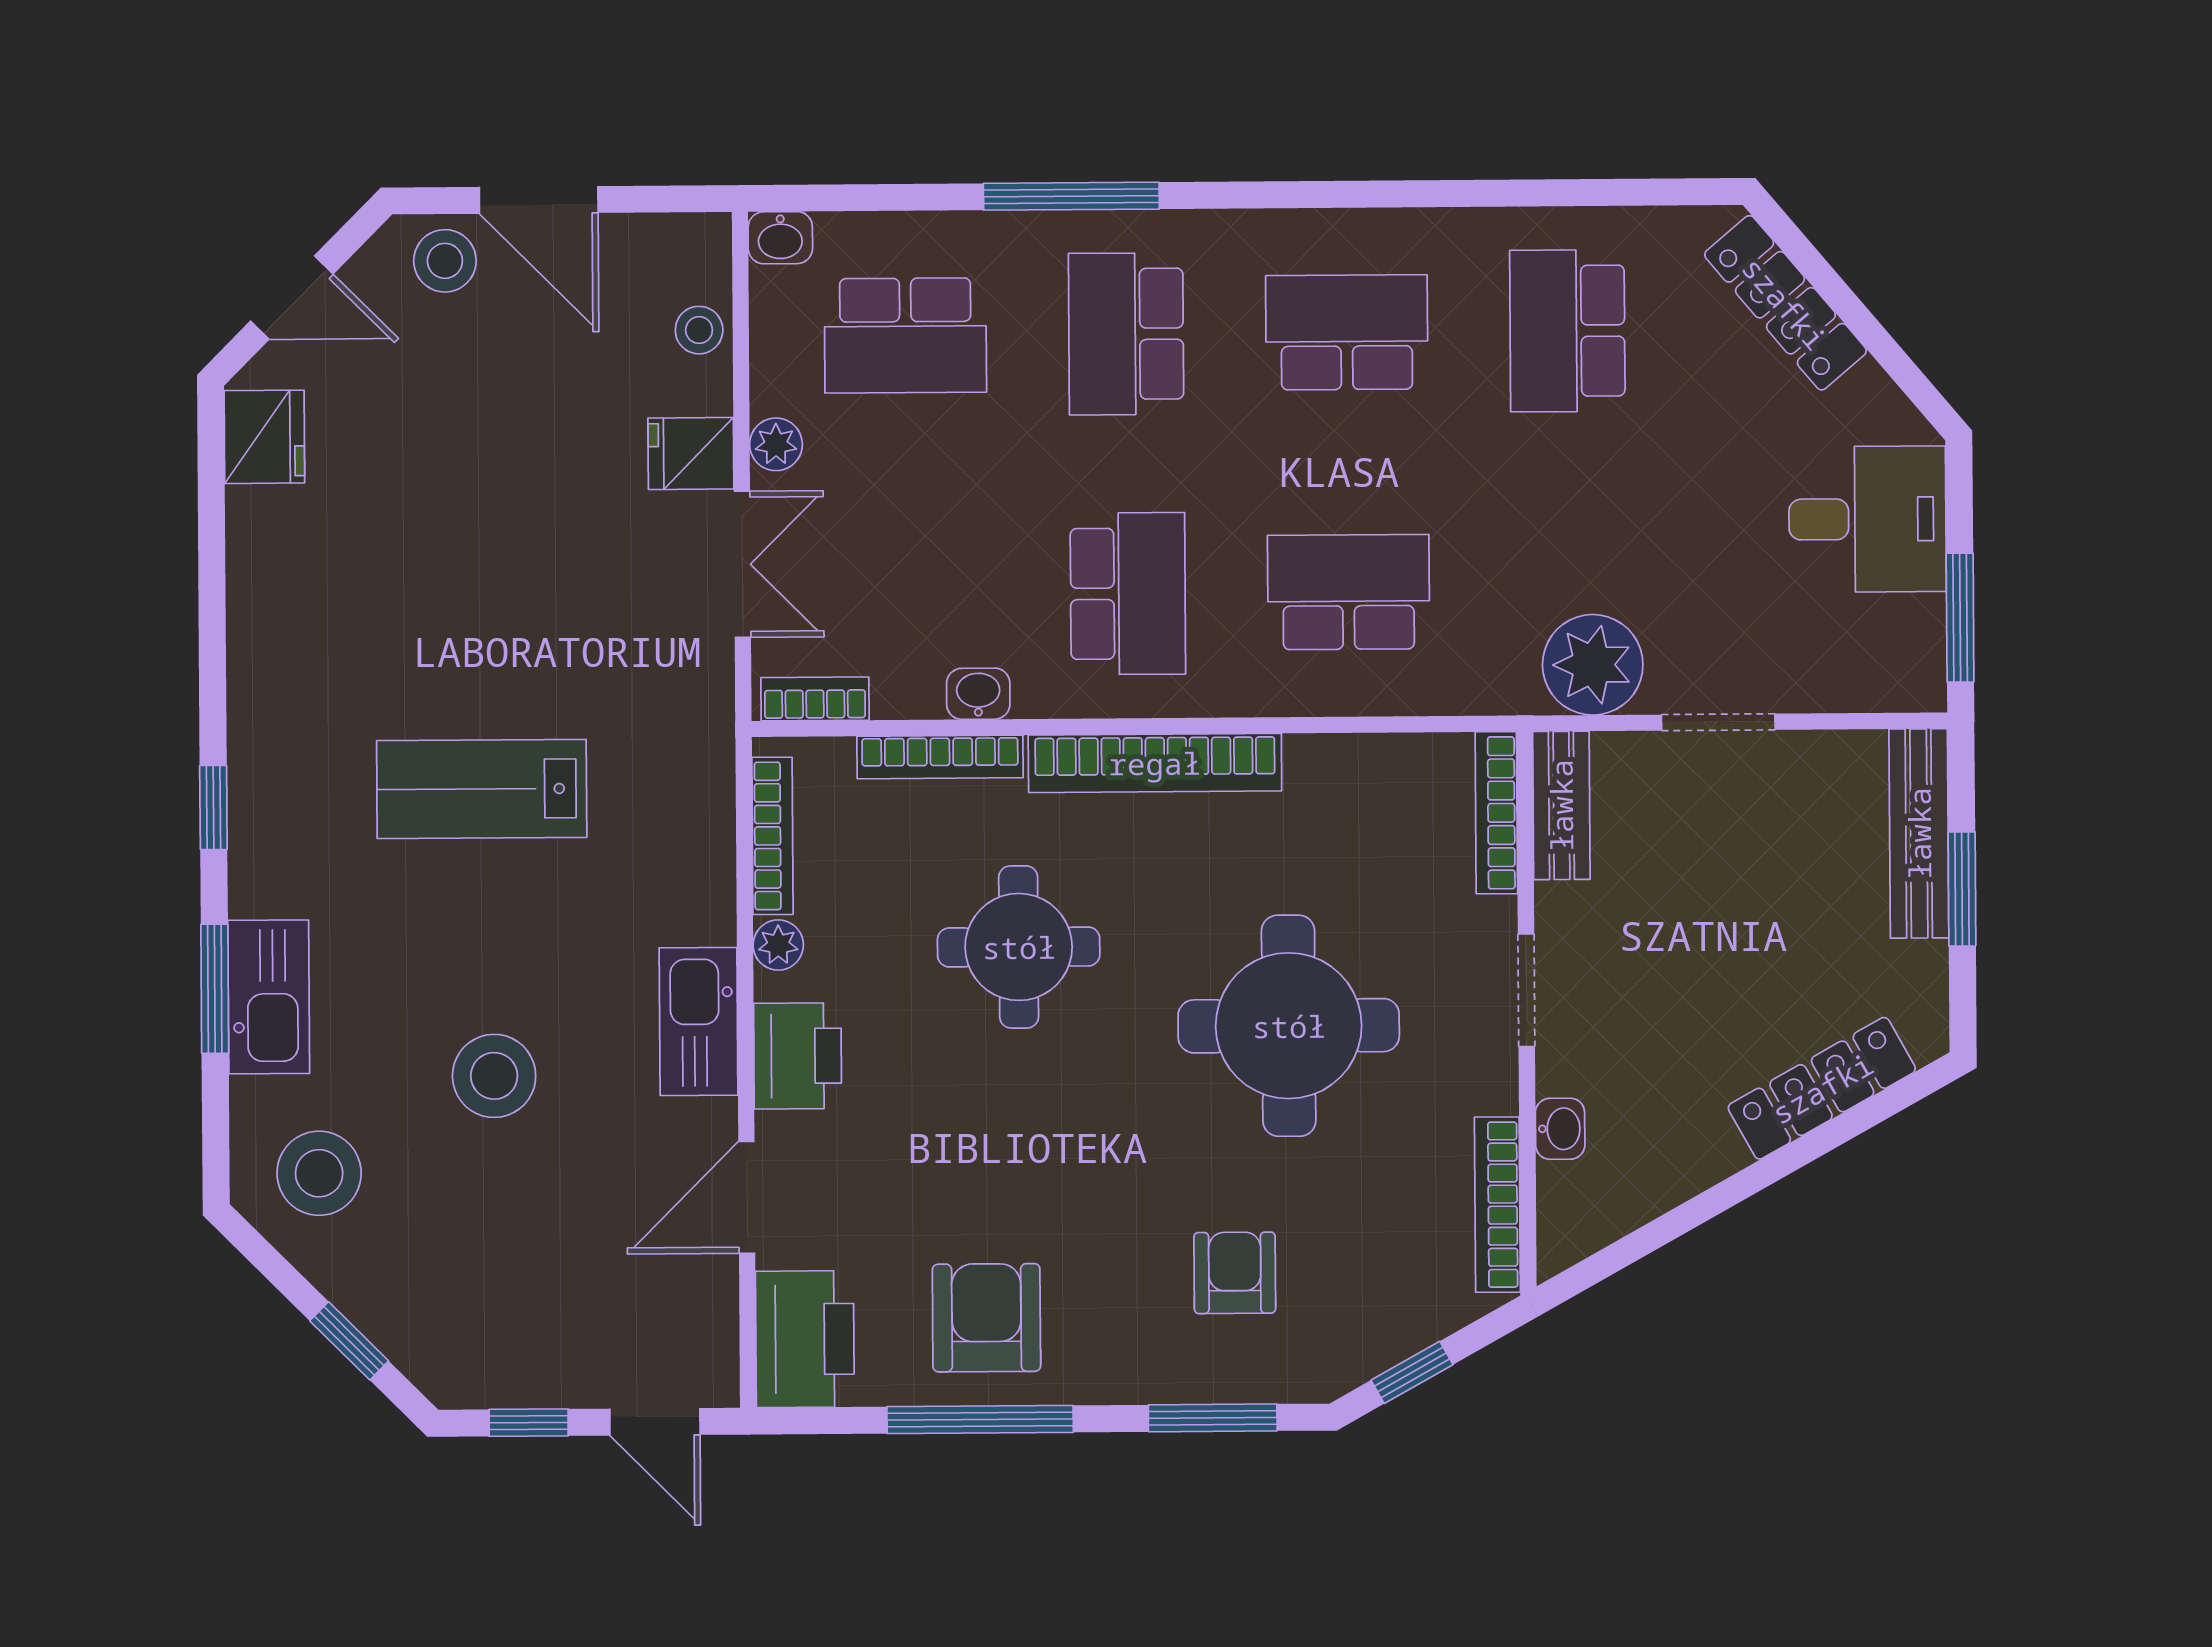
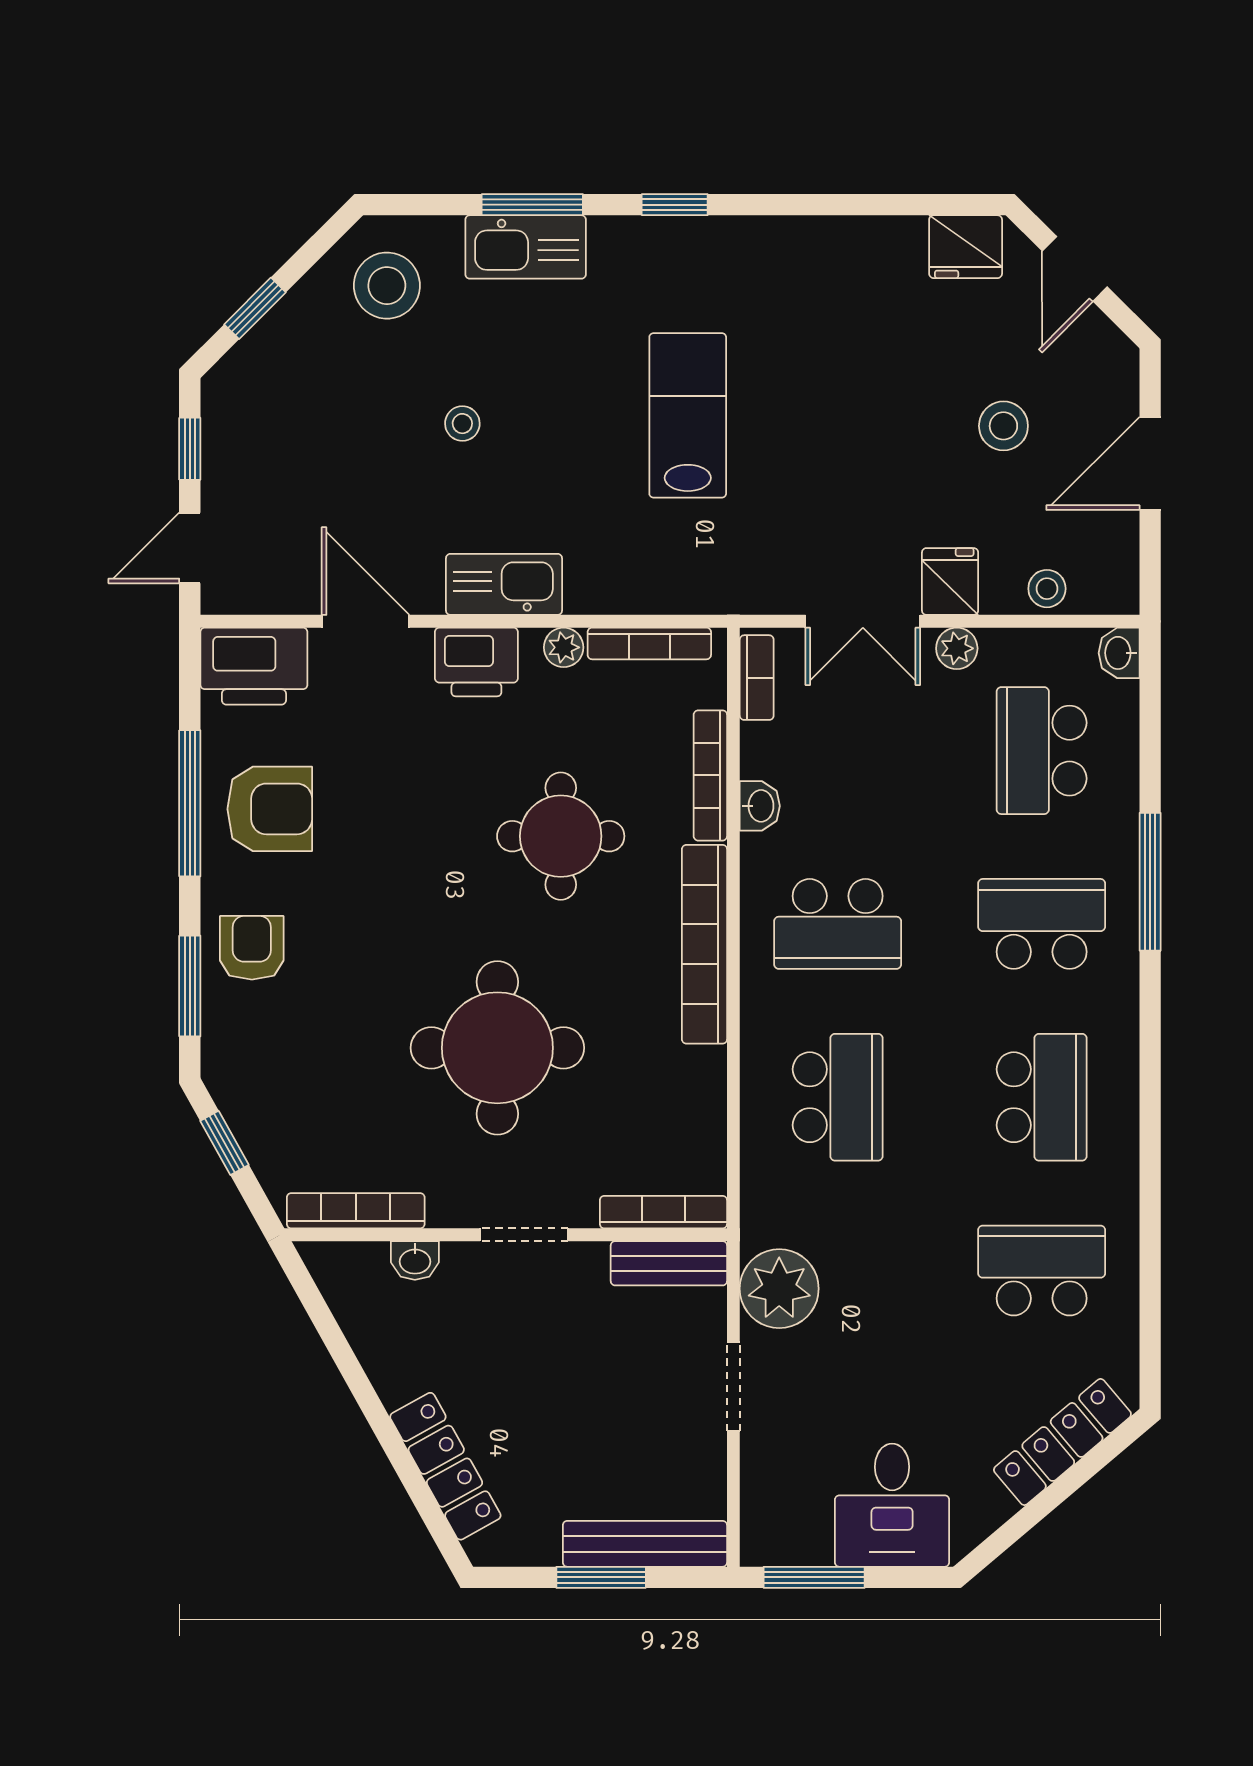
stool: (445, 261) -> (1003, 426), moved
stool: (494, 1076) -> (462, 424), width x0.53, depth x0.53
armchair: (1235, 1273) -> (252, 948), moved, turned -90

